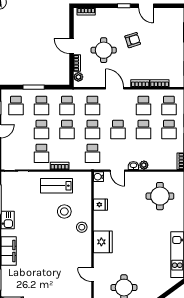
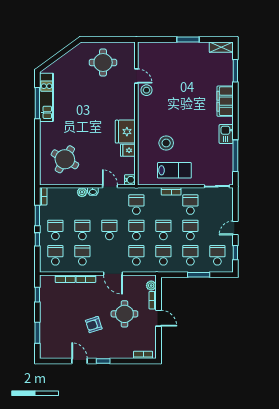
round table: (160, 196) -> (65, 159), turned 30
stool: (82, 227) -> (146, 90), moved
fridge: (103, 242) -> (125, 132), moved

